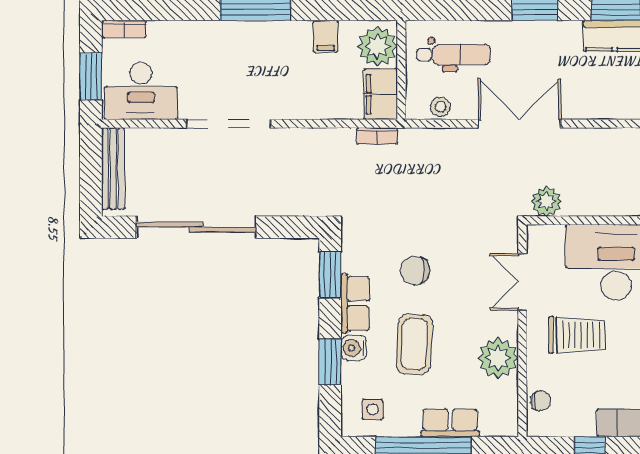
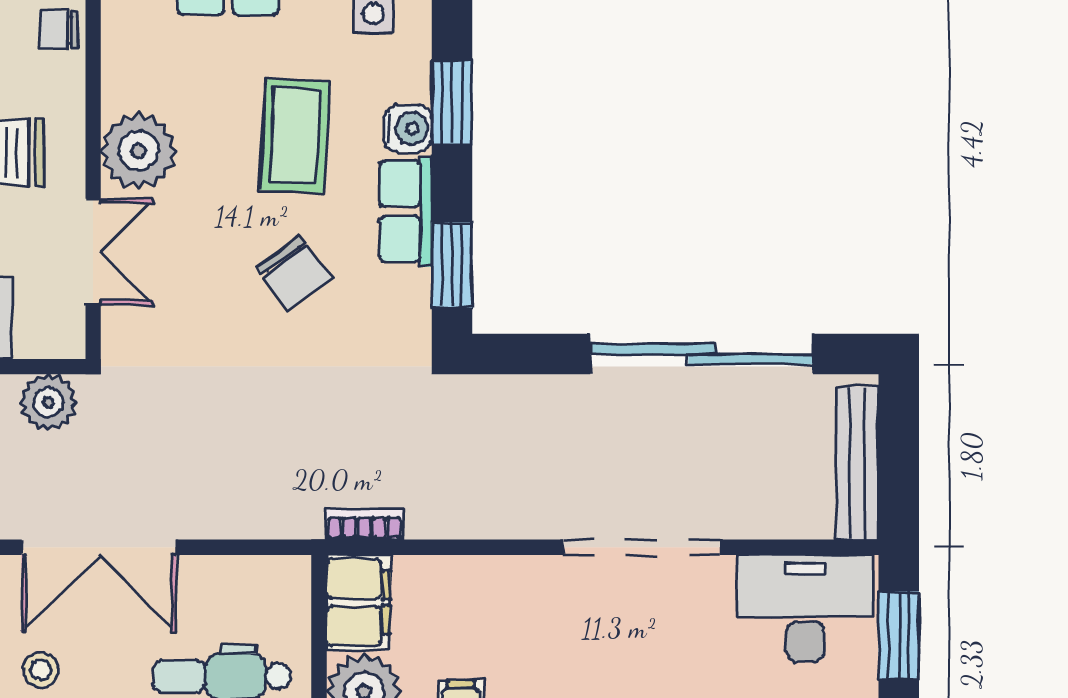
stool: (440, 107) -> (41, 670), moved
chair: (415, 271) -> (294, 273), turned 53
plant: (498, 358) -> (139, 151), moved

